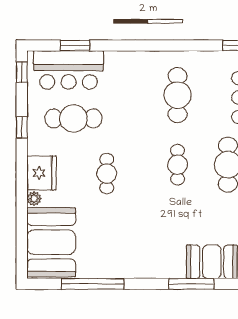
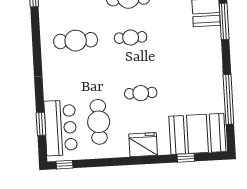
window: (22, 127) -> (186, 158), moved
plant: (34, 199) -> (164, 149), removed

